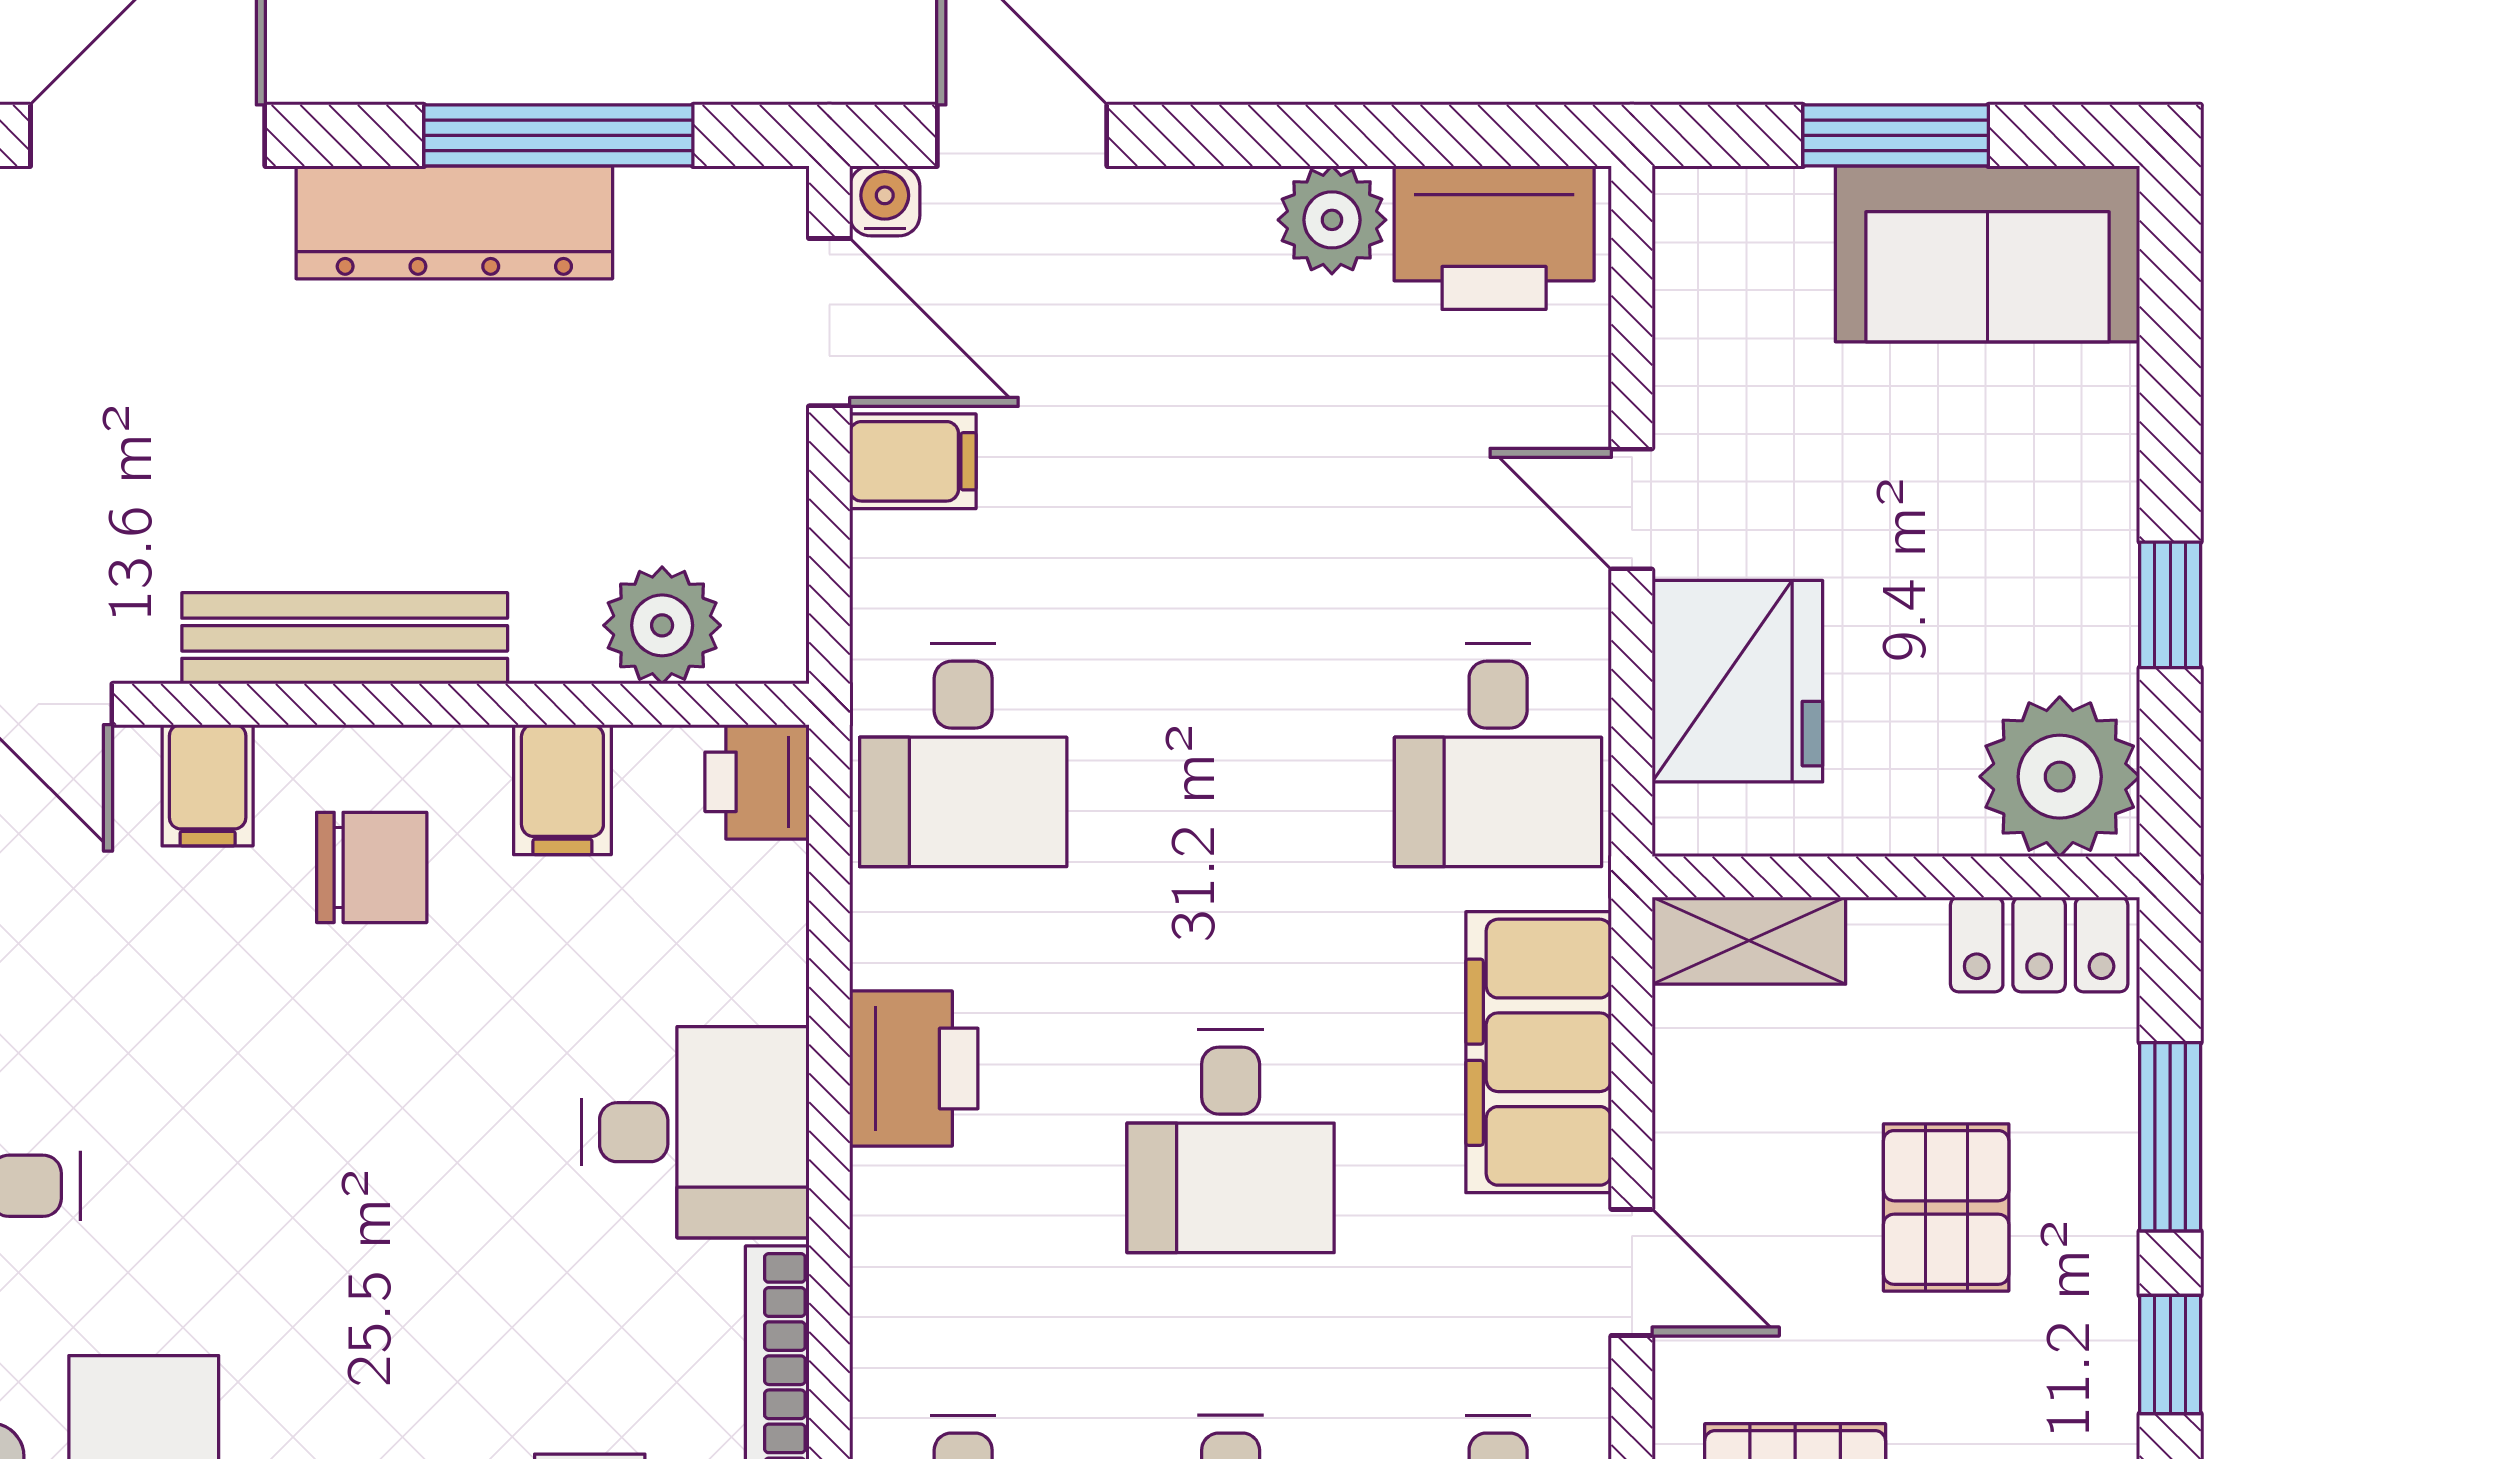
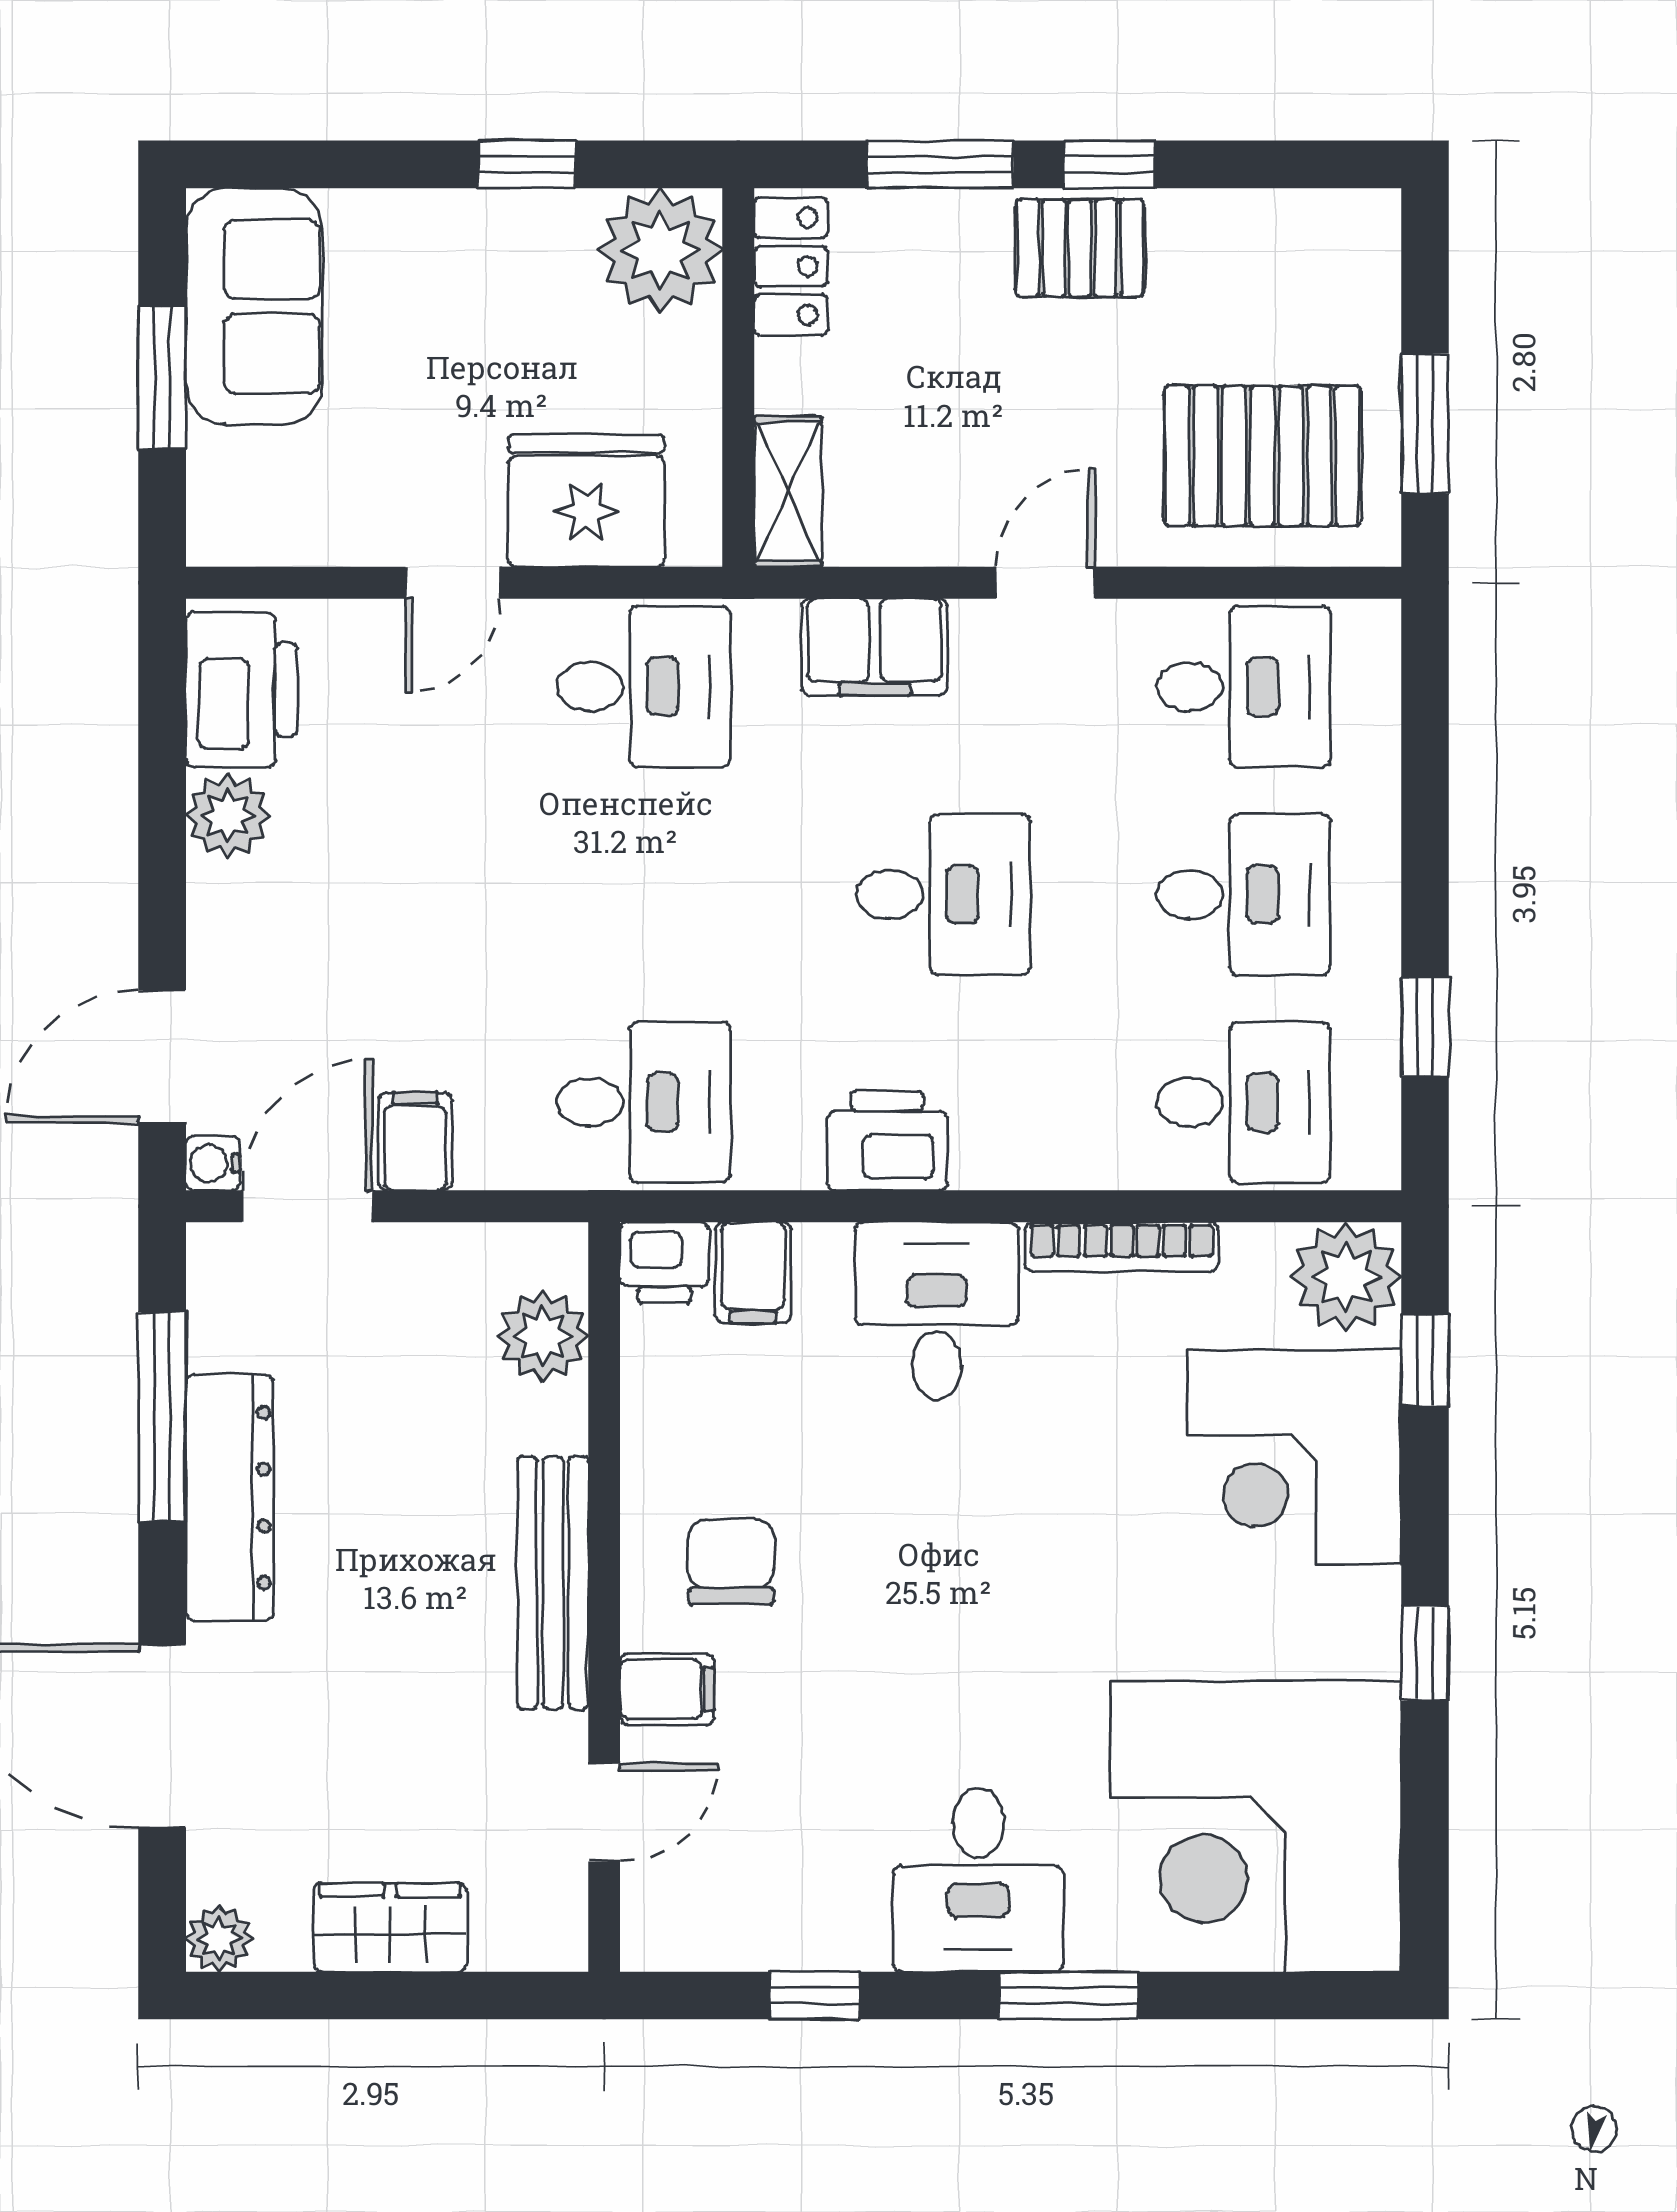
filing cabinet: (562, 790) -> (753, 1273), moved, turned 90
filing cabinet: (1539, 1052) -> (875, 647), width x0.67, depth x0.86
pallet: (1946, 1207) -> (1080, 248), moved

